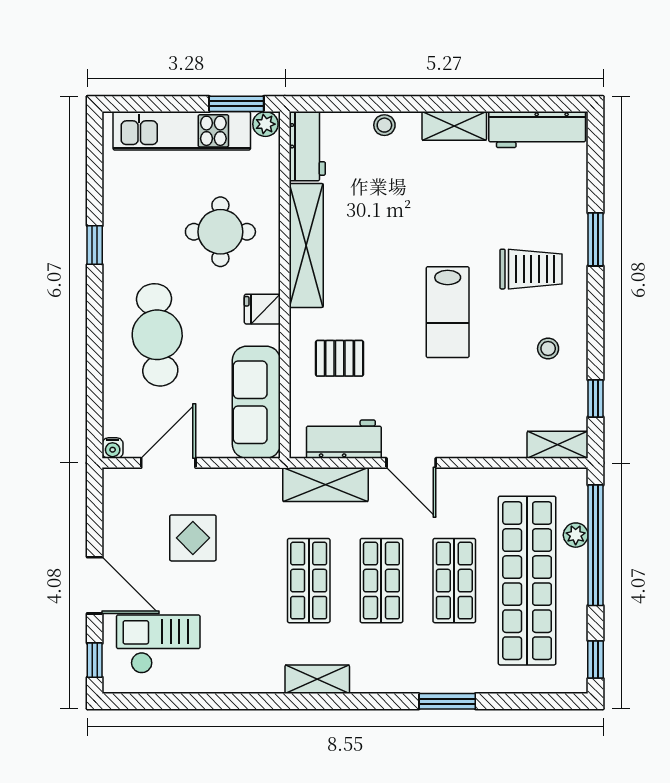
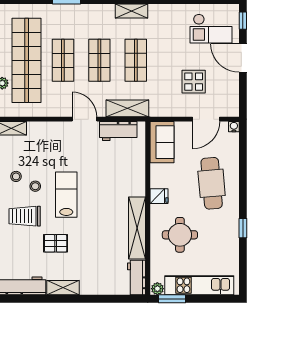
stool: (384, 125) -> (35, 186), moved
pallet: (340, 358) -> (56, 243), moved
sofa: (256, 402) -> (162, 142), width x0.73

